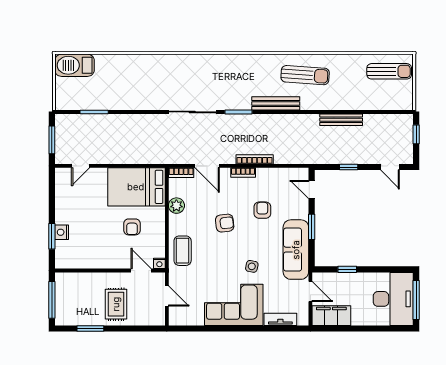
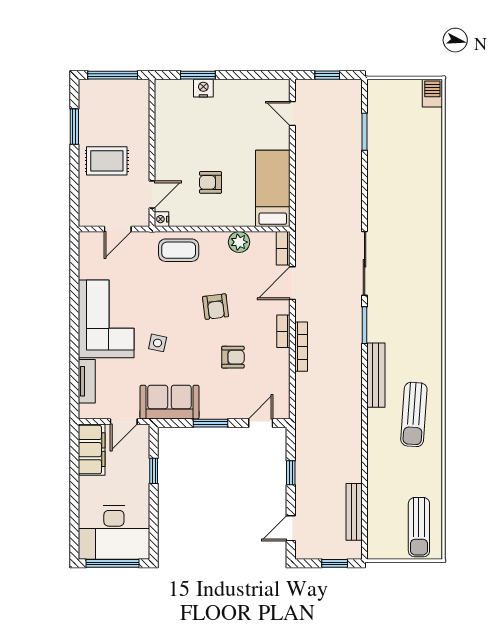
barbecue: (75, 65) -> (432, 93), width x0.53, depth x0.65
bench: (341, 120) -> (354, 512), moved
window: (52, 140) -> (327, 75), width x0.67
bed: (136, 187) -> (273, 188), width x0.67
sofa: (296, 250) -> (169, 402), width x0.73

